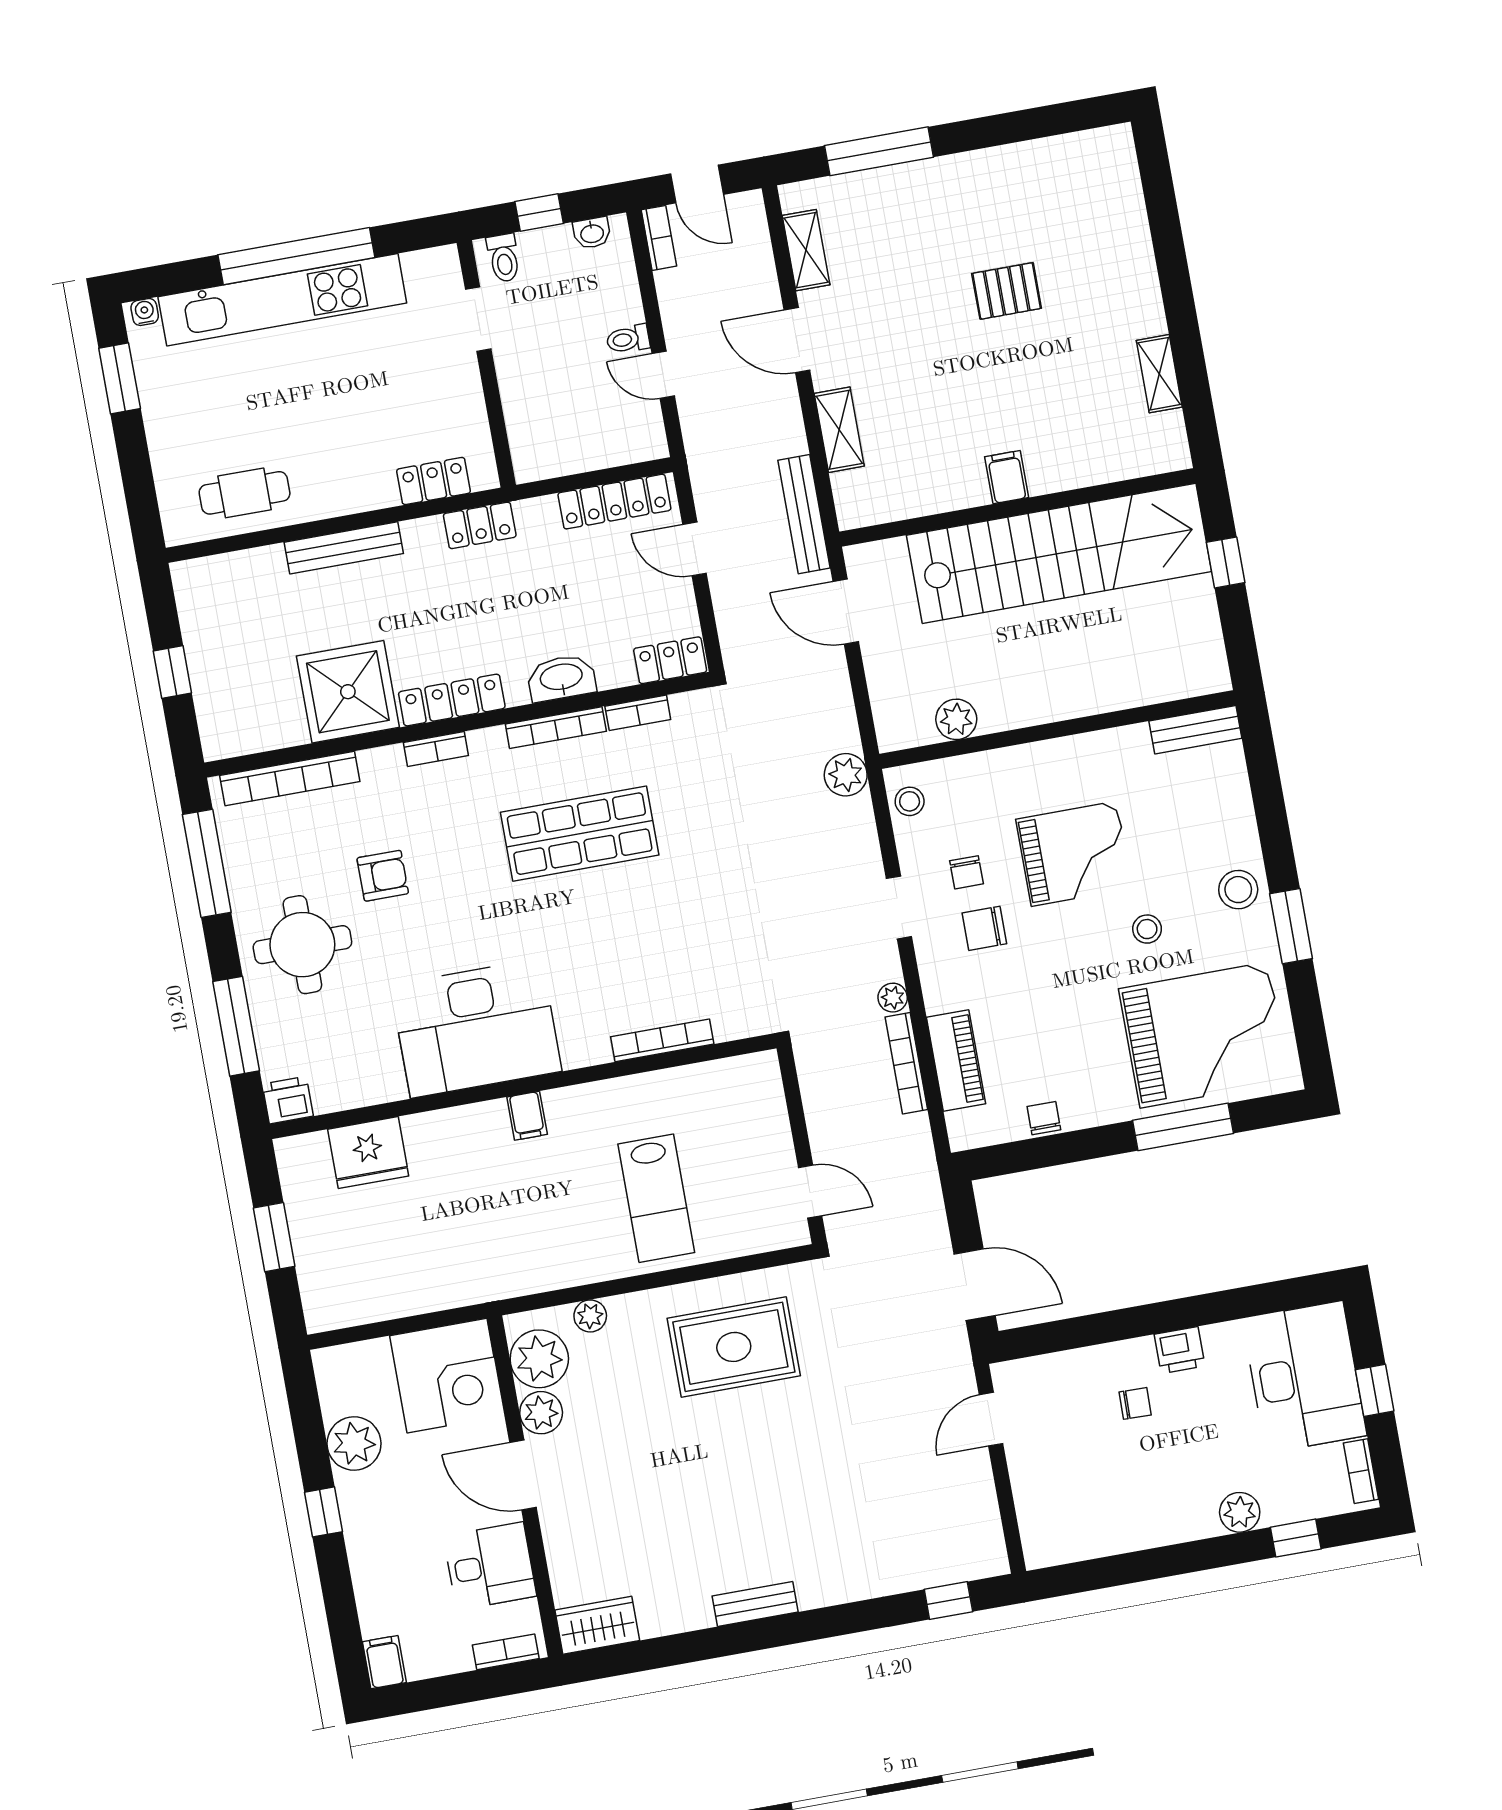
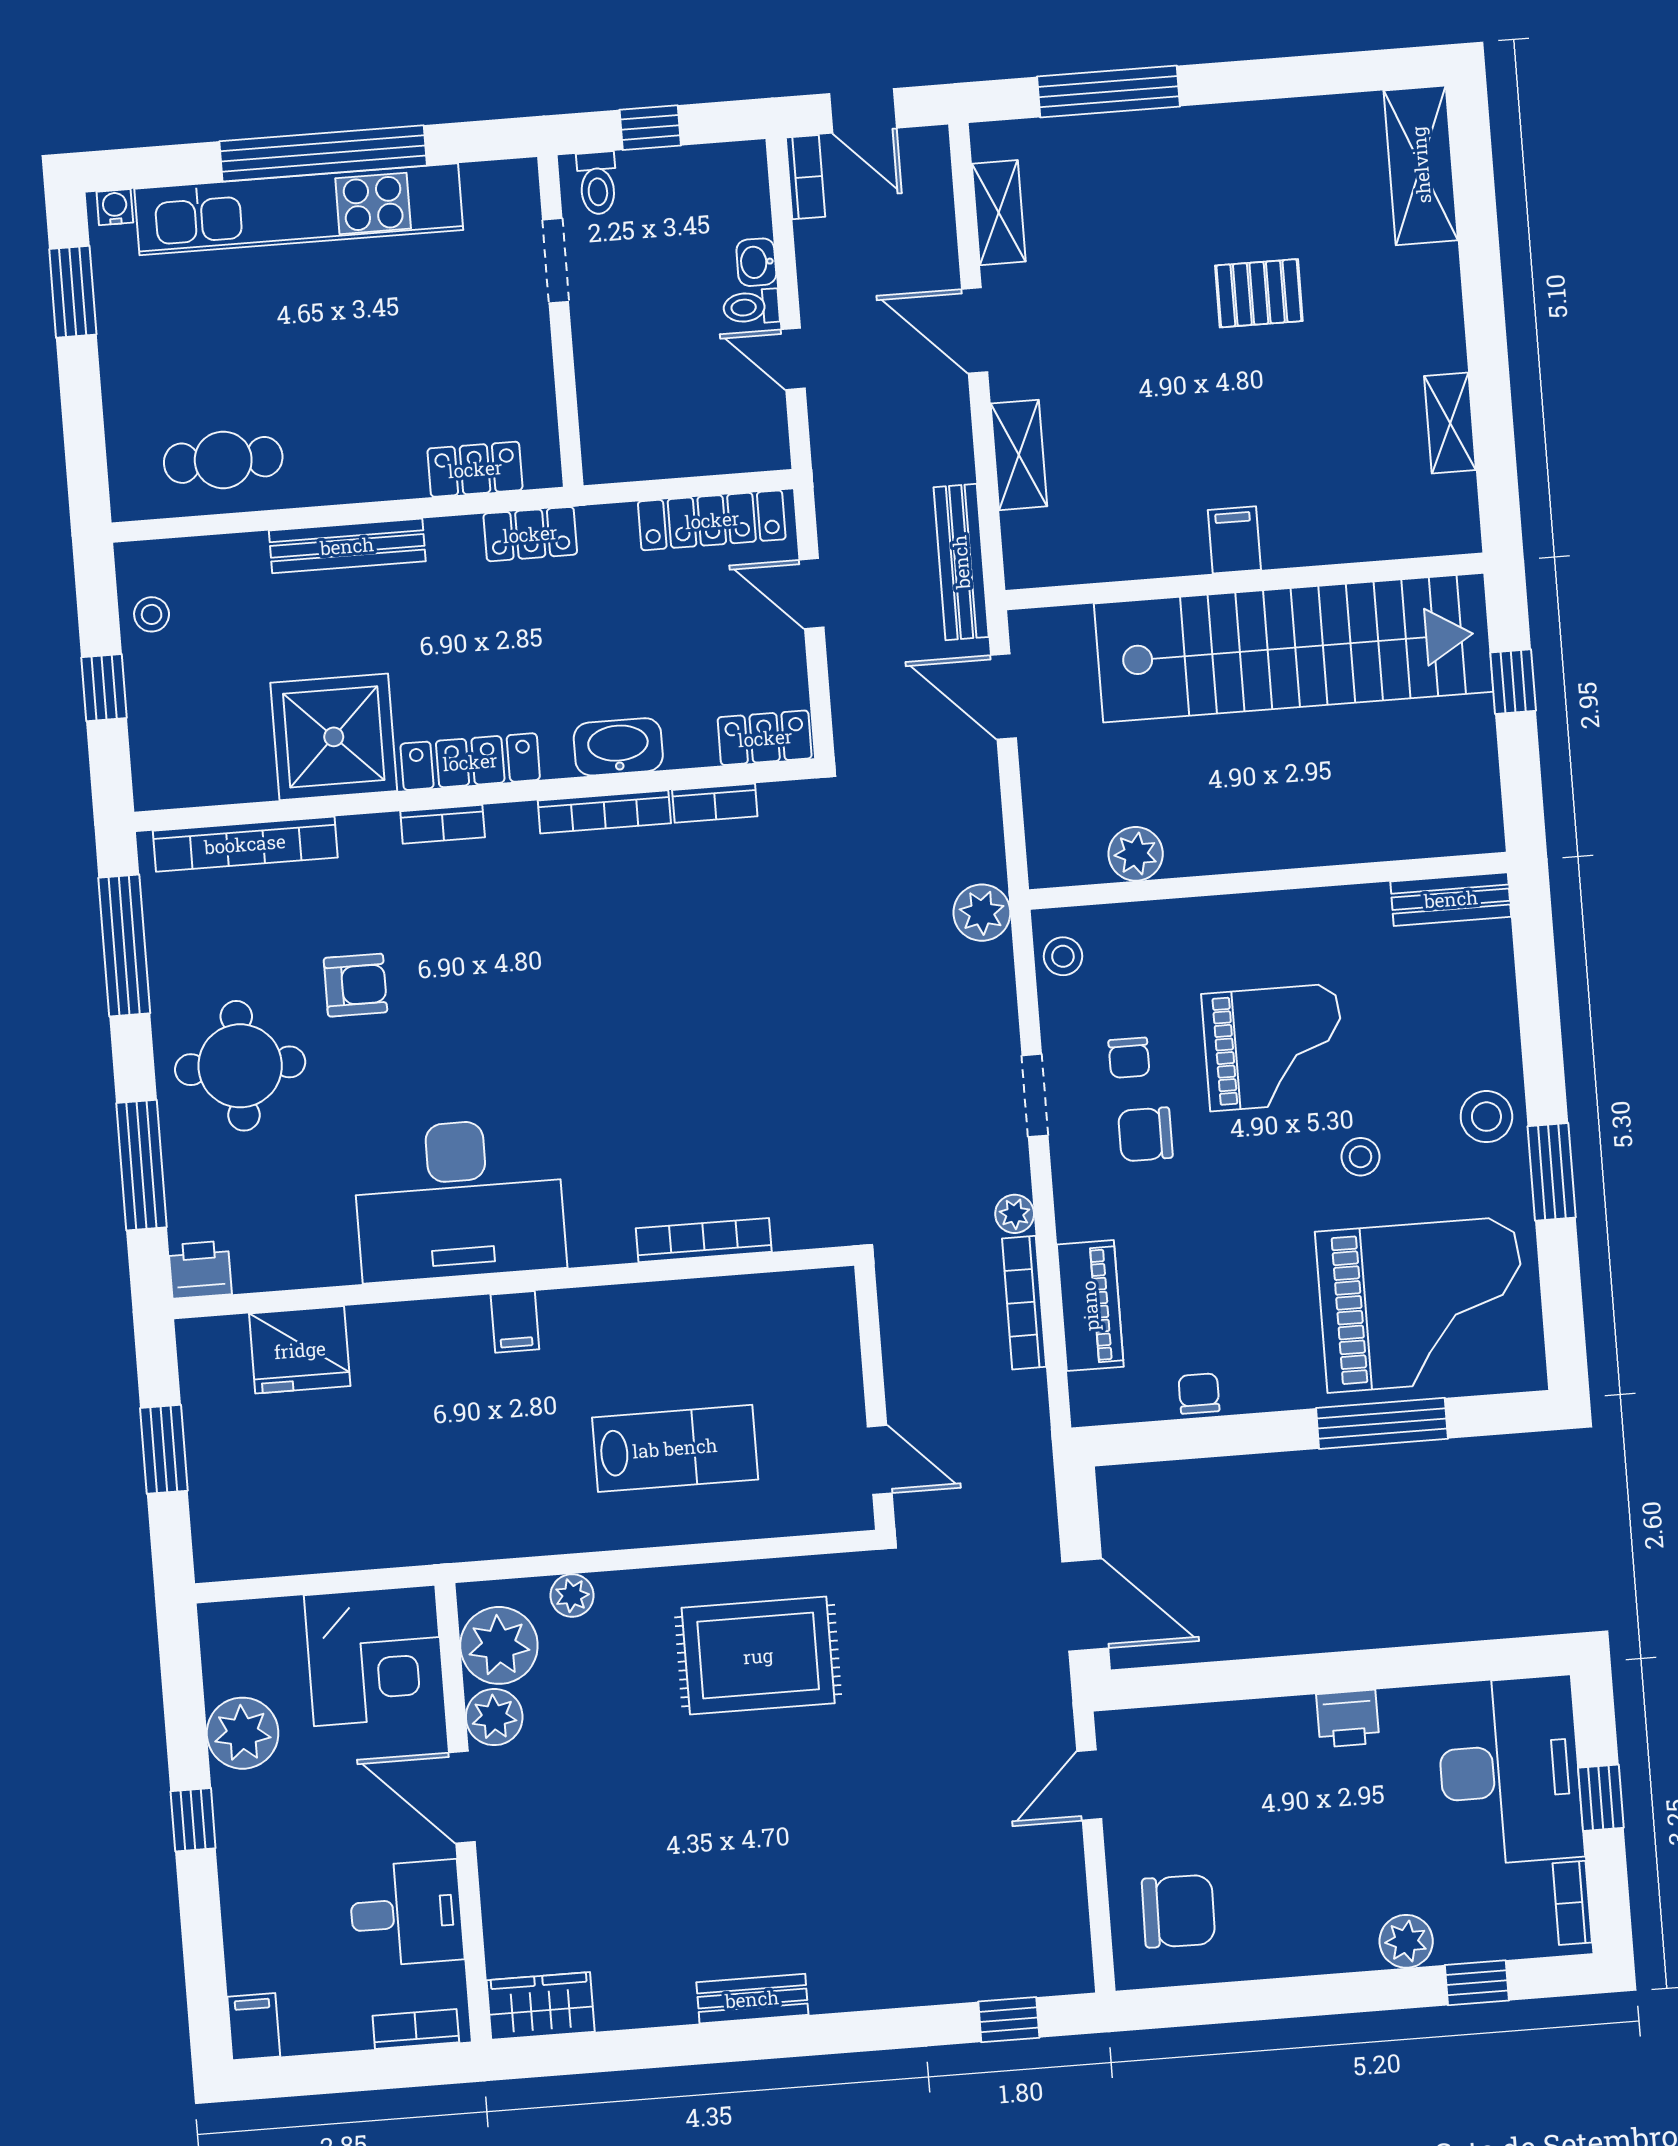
shelving: (1118, 183) -> (1421, 165), added
washbasin: (592, 233) -> (756, 262), moved, turned 90
stool: (203, 614) -> (152, 614), added
shop shelf: (580, 834) -> (622, 955), removed
lab bench: (656, 1198) -> (675, 1448), turned -90
chair: (1135, 1403) -> (1179, 1911), moved, width x1.87, depth x1.87

